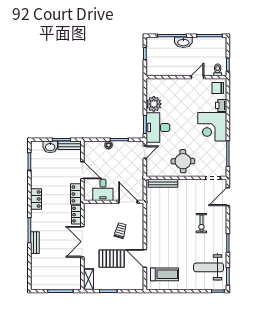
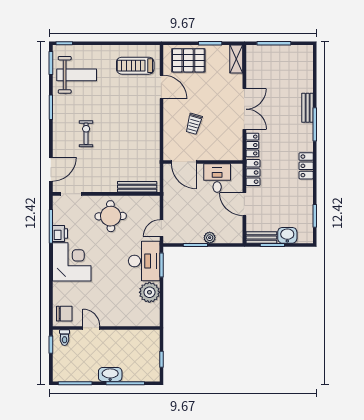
door: (197, 77) -> (91, 328), swing flipped
printer: (221, 105) -> (60, 233), moved
pallet: (112, 259) -> (188, 60), moved

